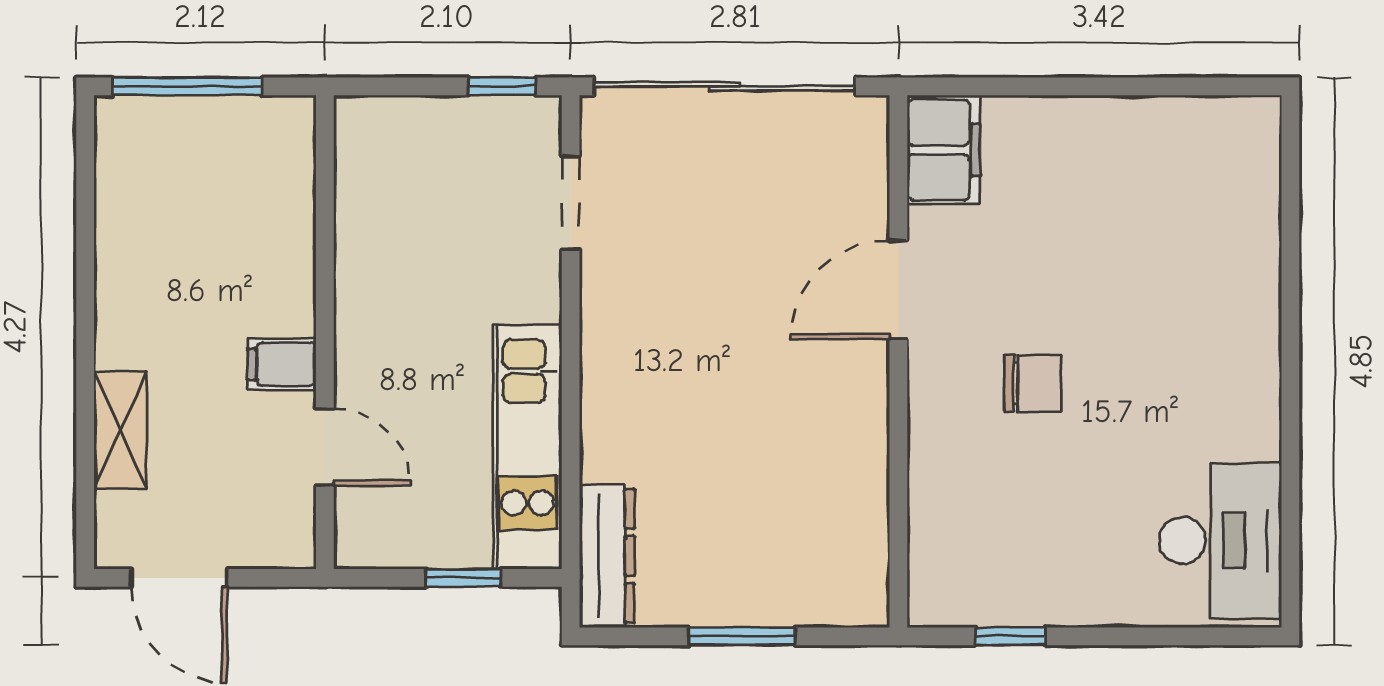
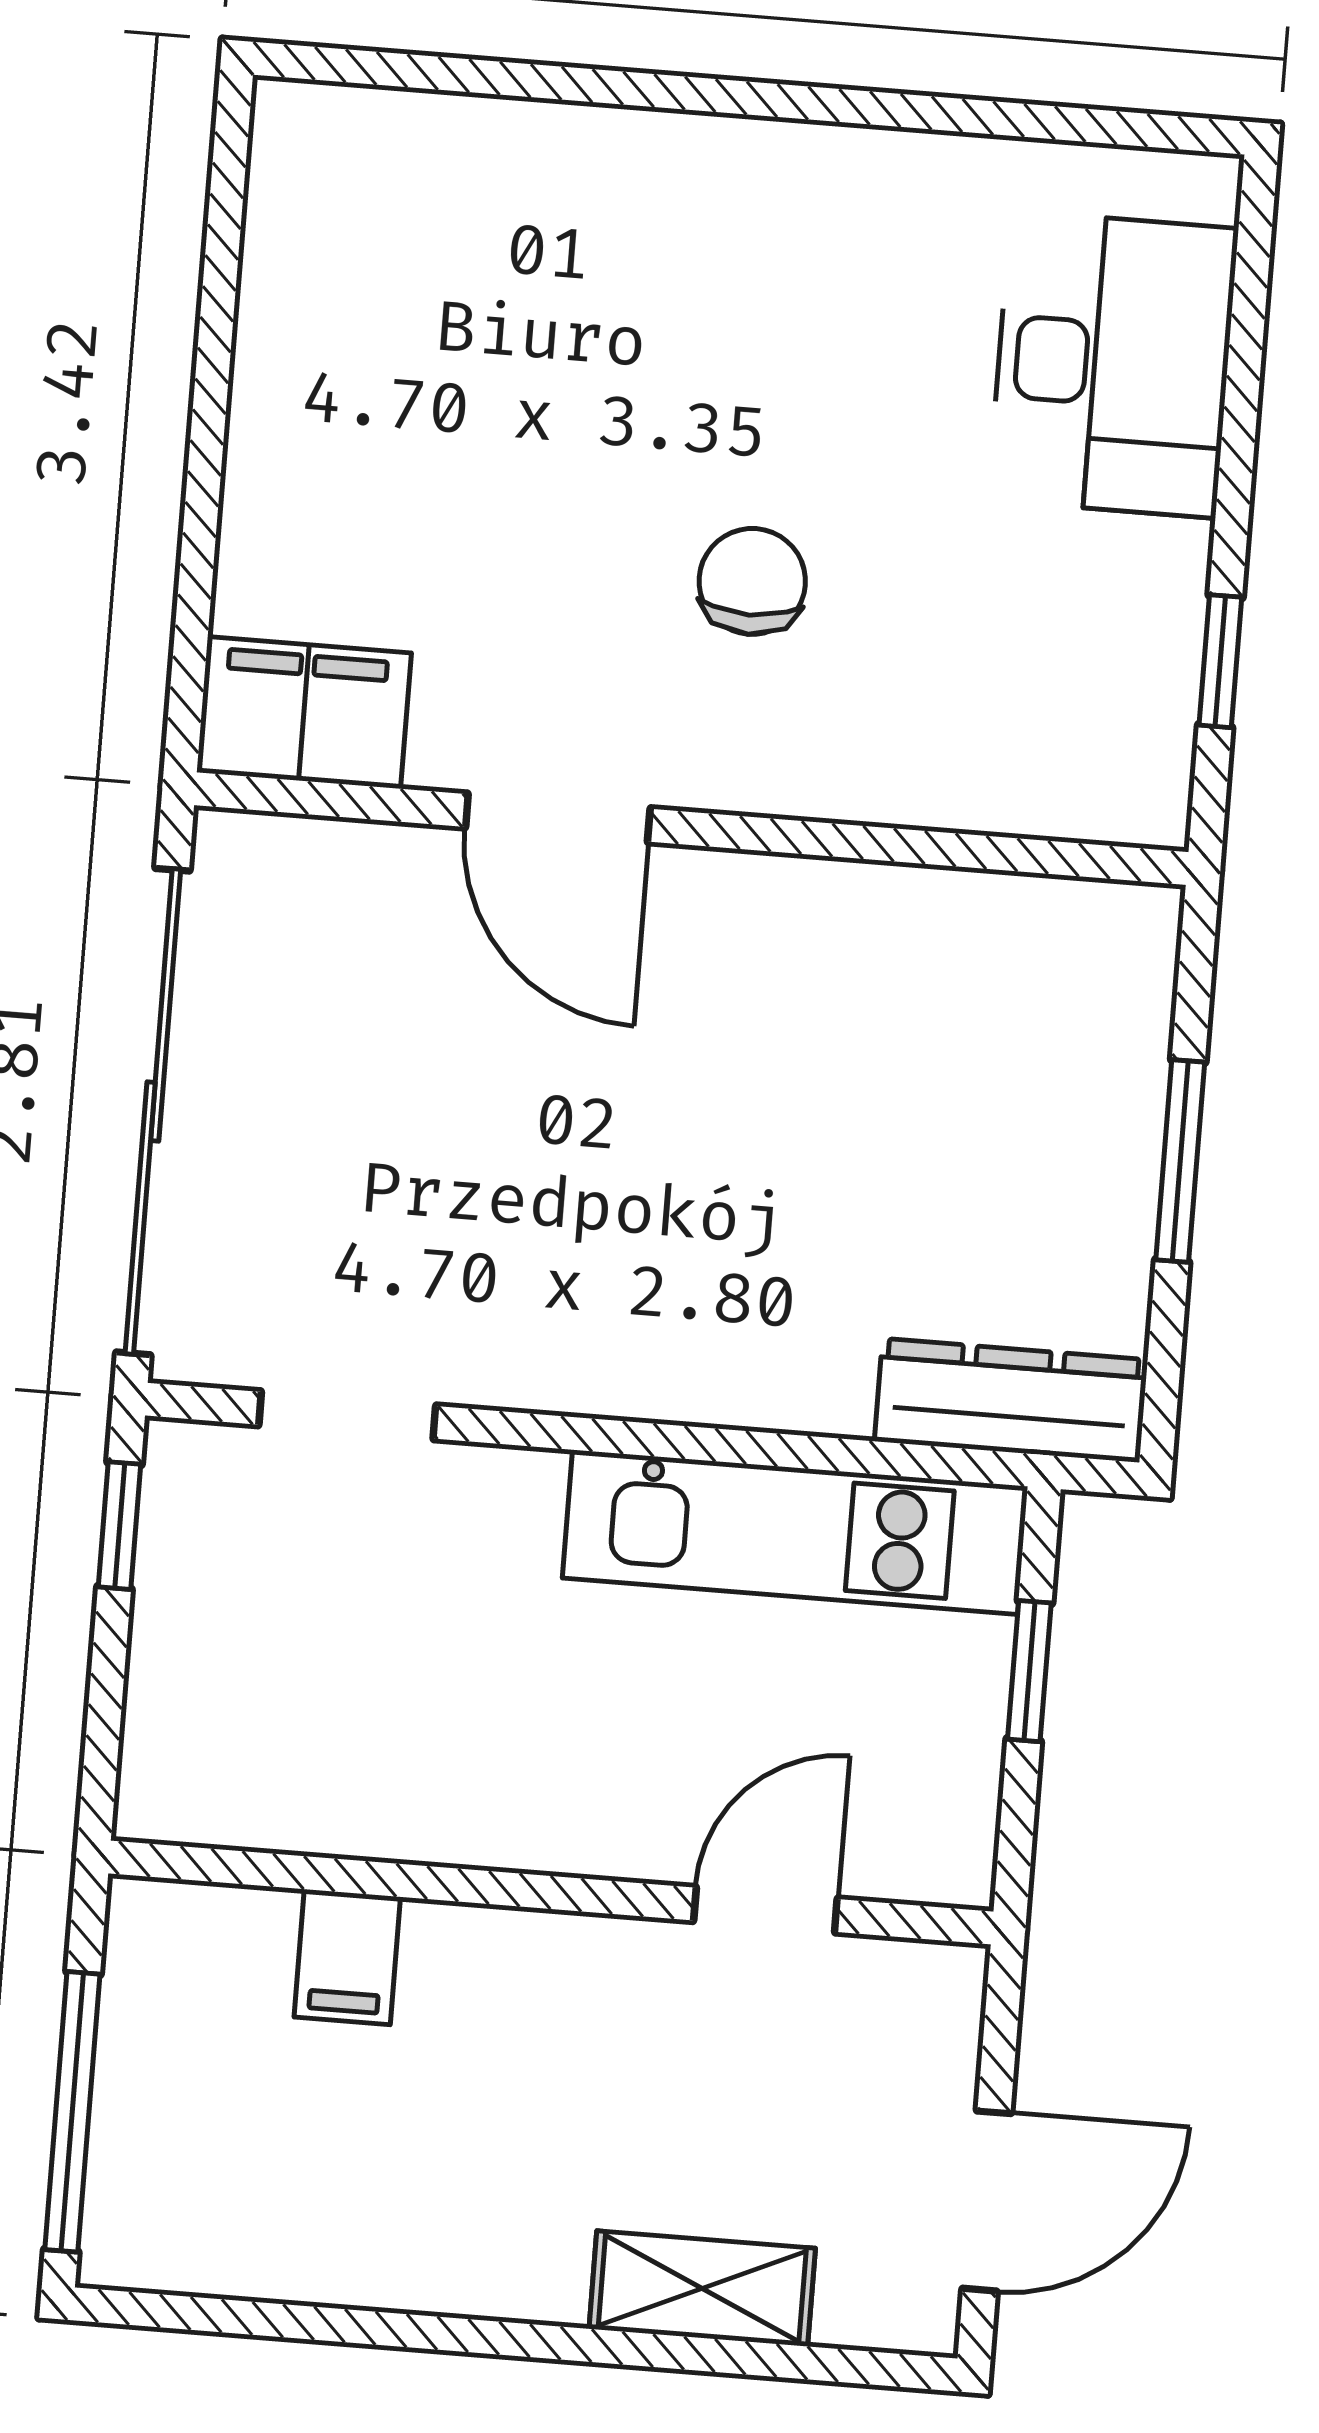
filing cabinet: (282, 364) -> (347, 1957), moved
desk: (1220, 540) -> (1113, 364), moved, turned 90

